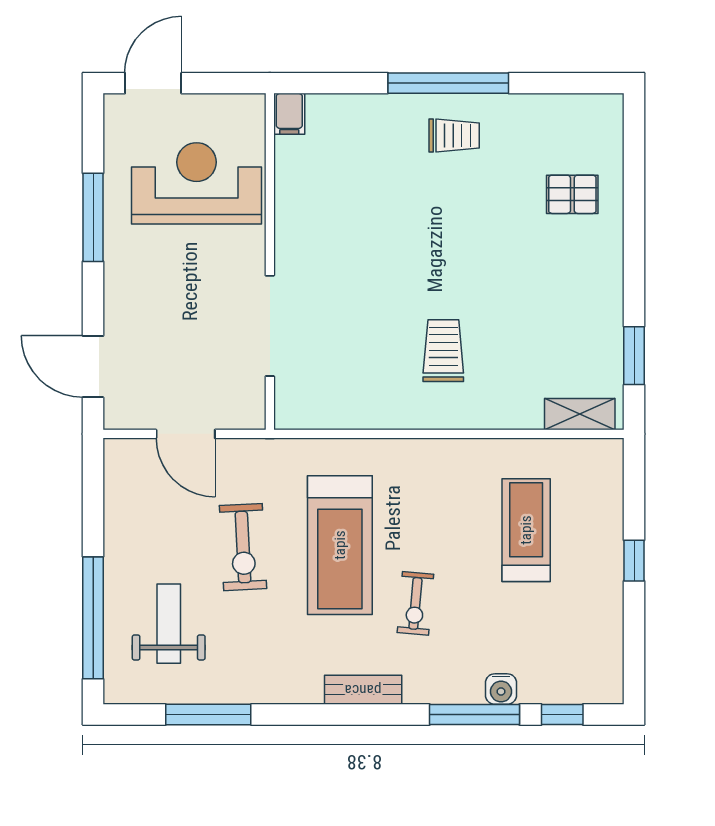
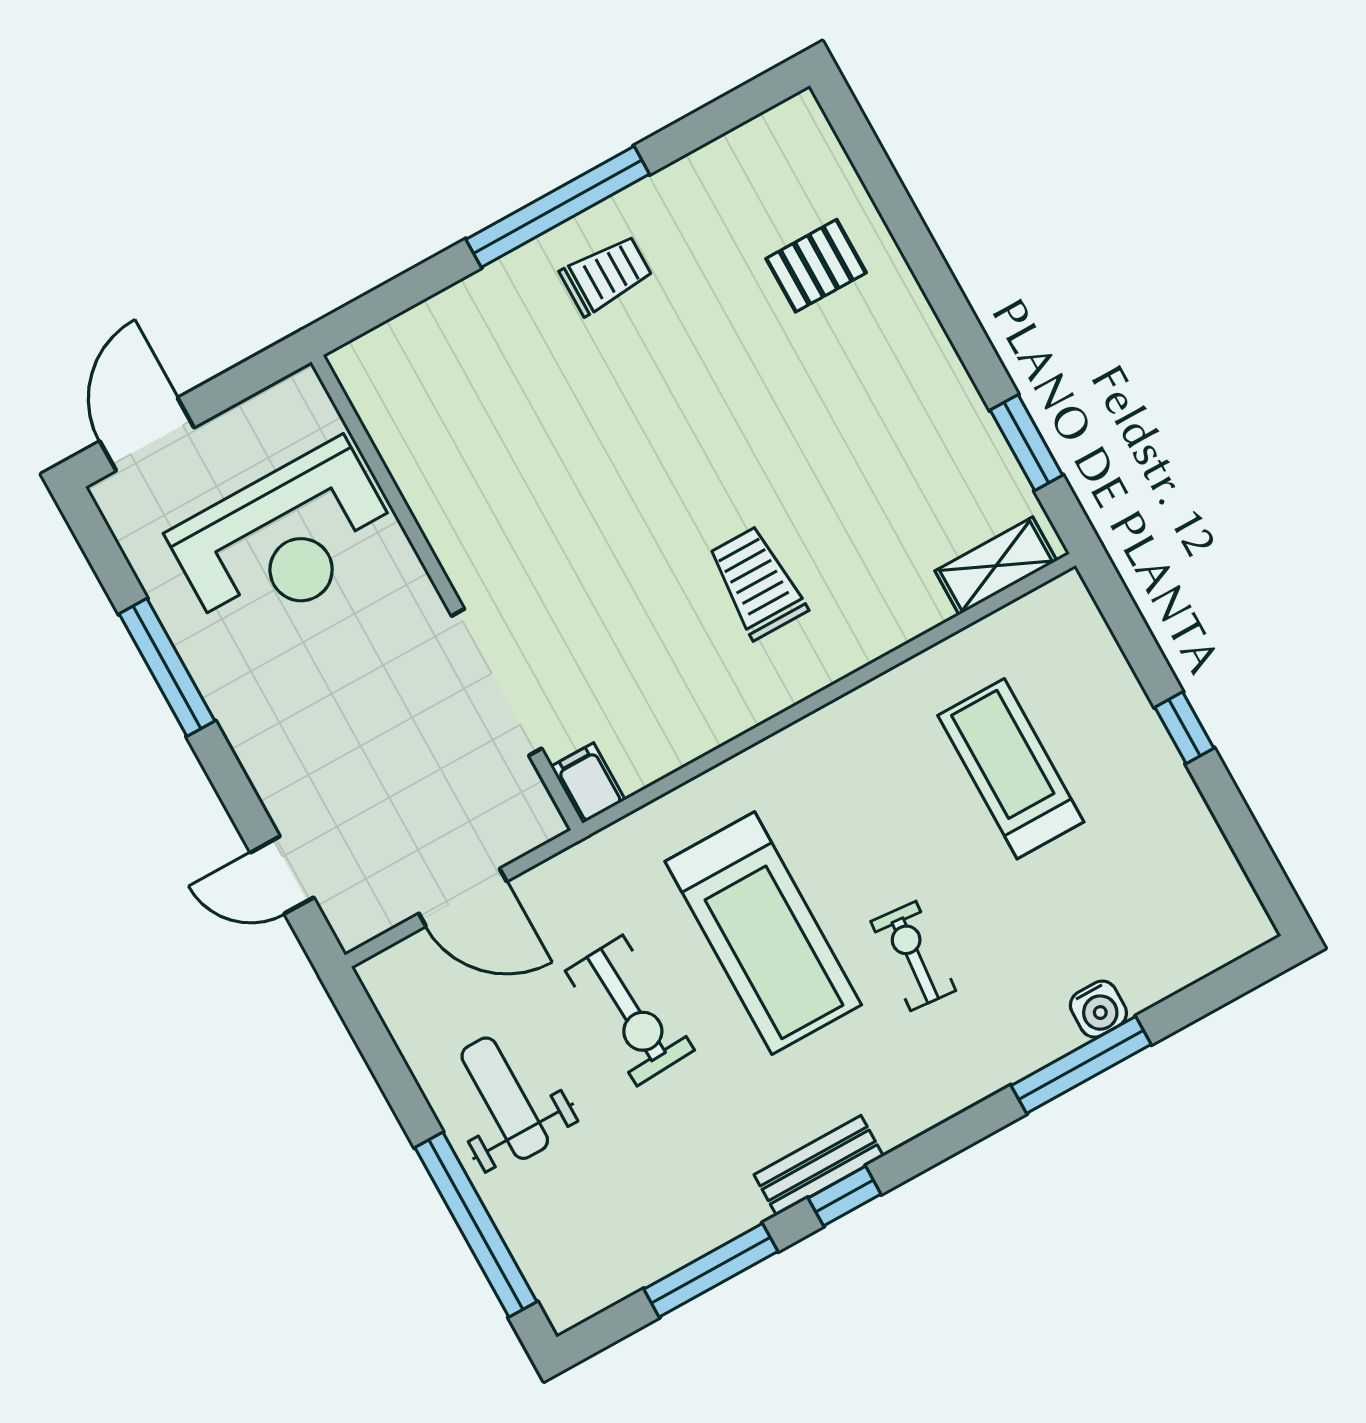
filing cabinet: (289, 114) -> (588, 783), moved, turned 180
reception desk: (197, 183) -> (285, 540), turned 180
door: (93, 367) -> (282, 875), width x0.73
exercise bike: (415, 603) -> (913, 956), turned 180
weight bench: (169, 624) -> (505, 1098), moved
bench: (363, 690) -> (819, 1165), moved
window: (562, 714) -> (845, 1196), moved

